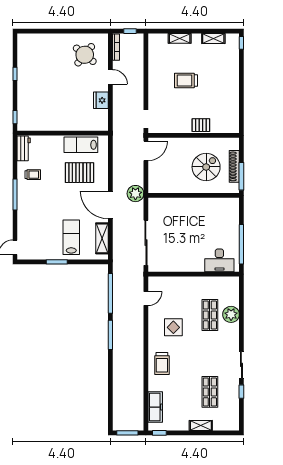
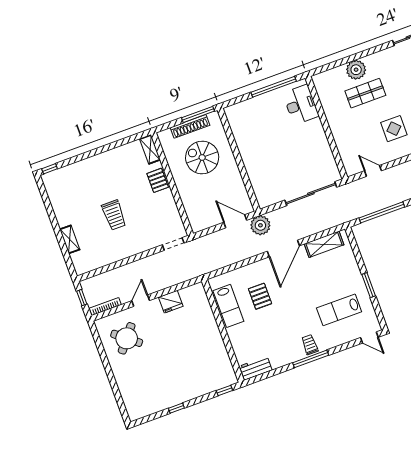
shelving: (213, 39) -> (150, 149), moved
door: (146, 151) -> (235, 221), moved
pallet: (79, 173) -> (260, 296), width x0.67, depth x0.71
trolley: (33, 175) -> (310, 345), moved
lab bench: (71, 237) -> (339, 310), moved

